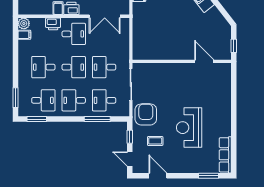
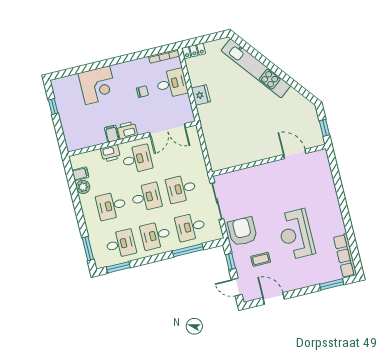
plant: (24, 23) -> (83, 187), moved

